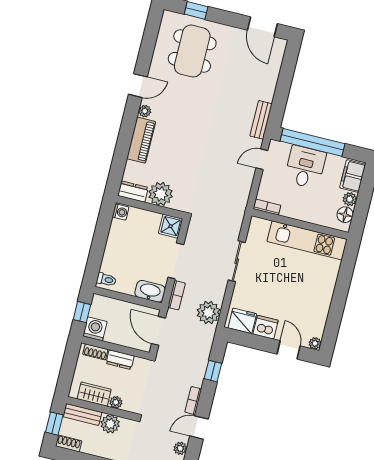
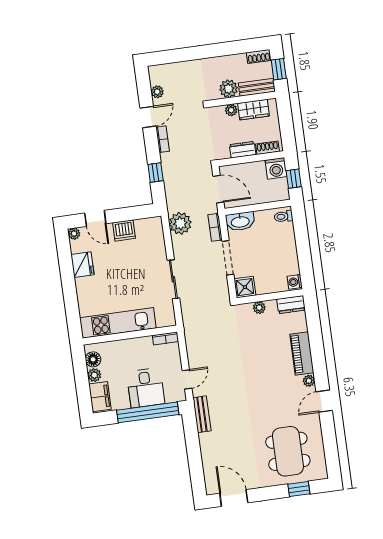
plant: (161, 194) -> (259, 308), width x0.53, depth x0.53
fridge: (242, 321) -> (83, 265), moved, turned -90

